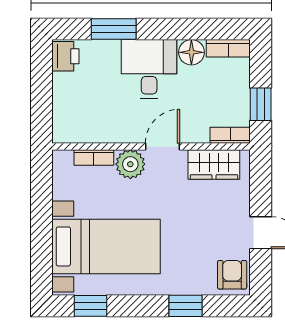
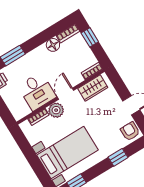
desk: (149, 69) -> (37, 91), moved, turned 180
window: (261, 104) -> (90, 37), moved

